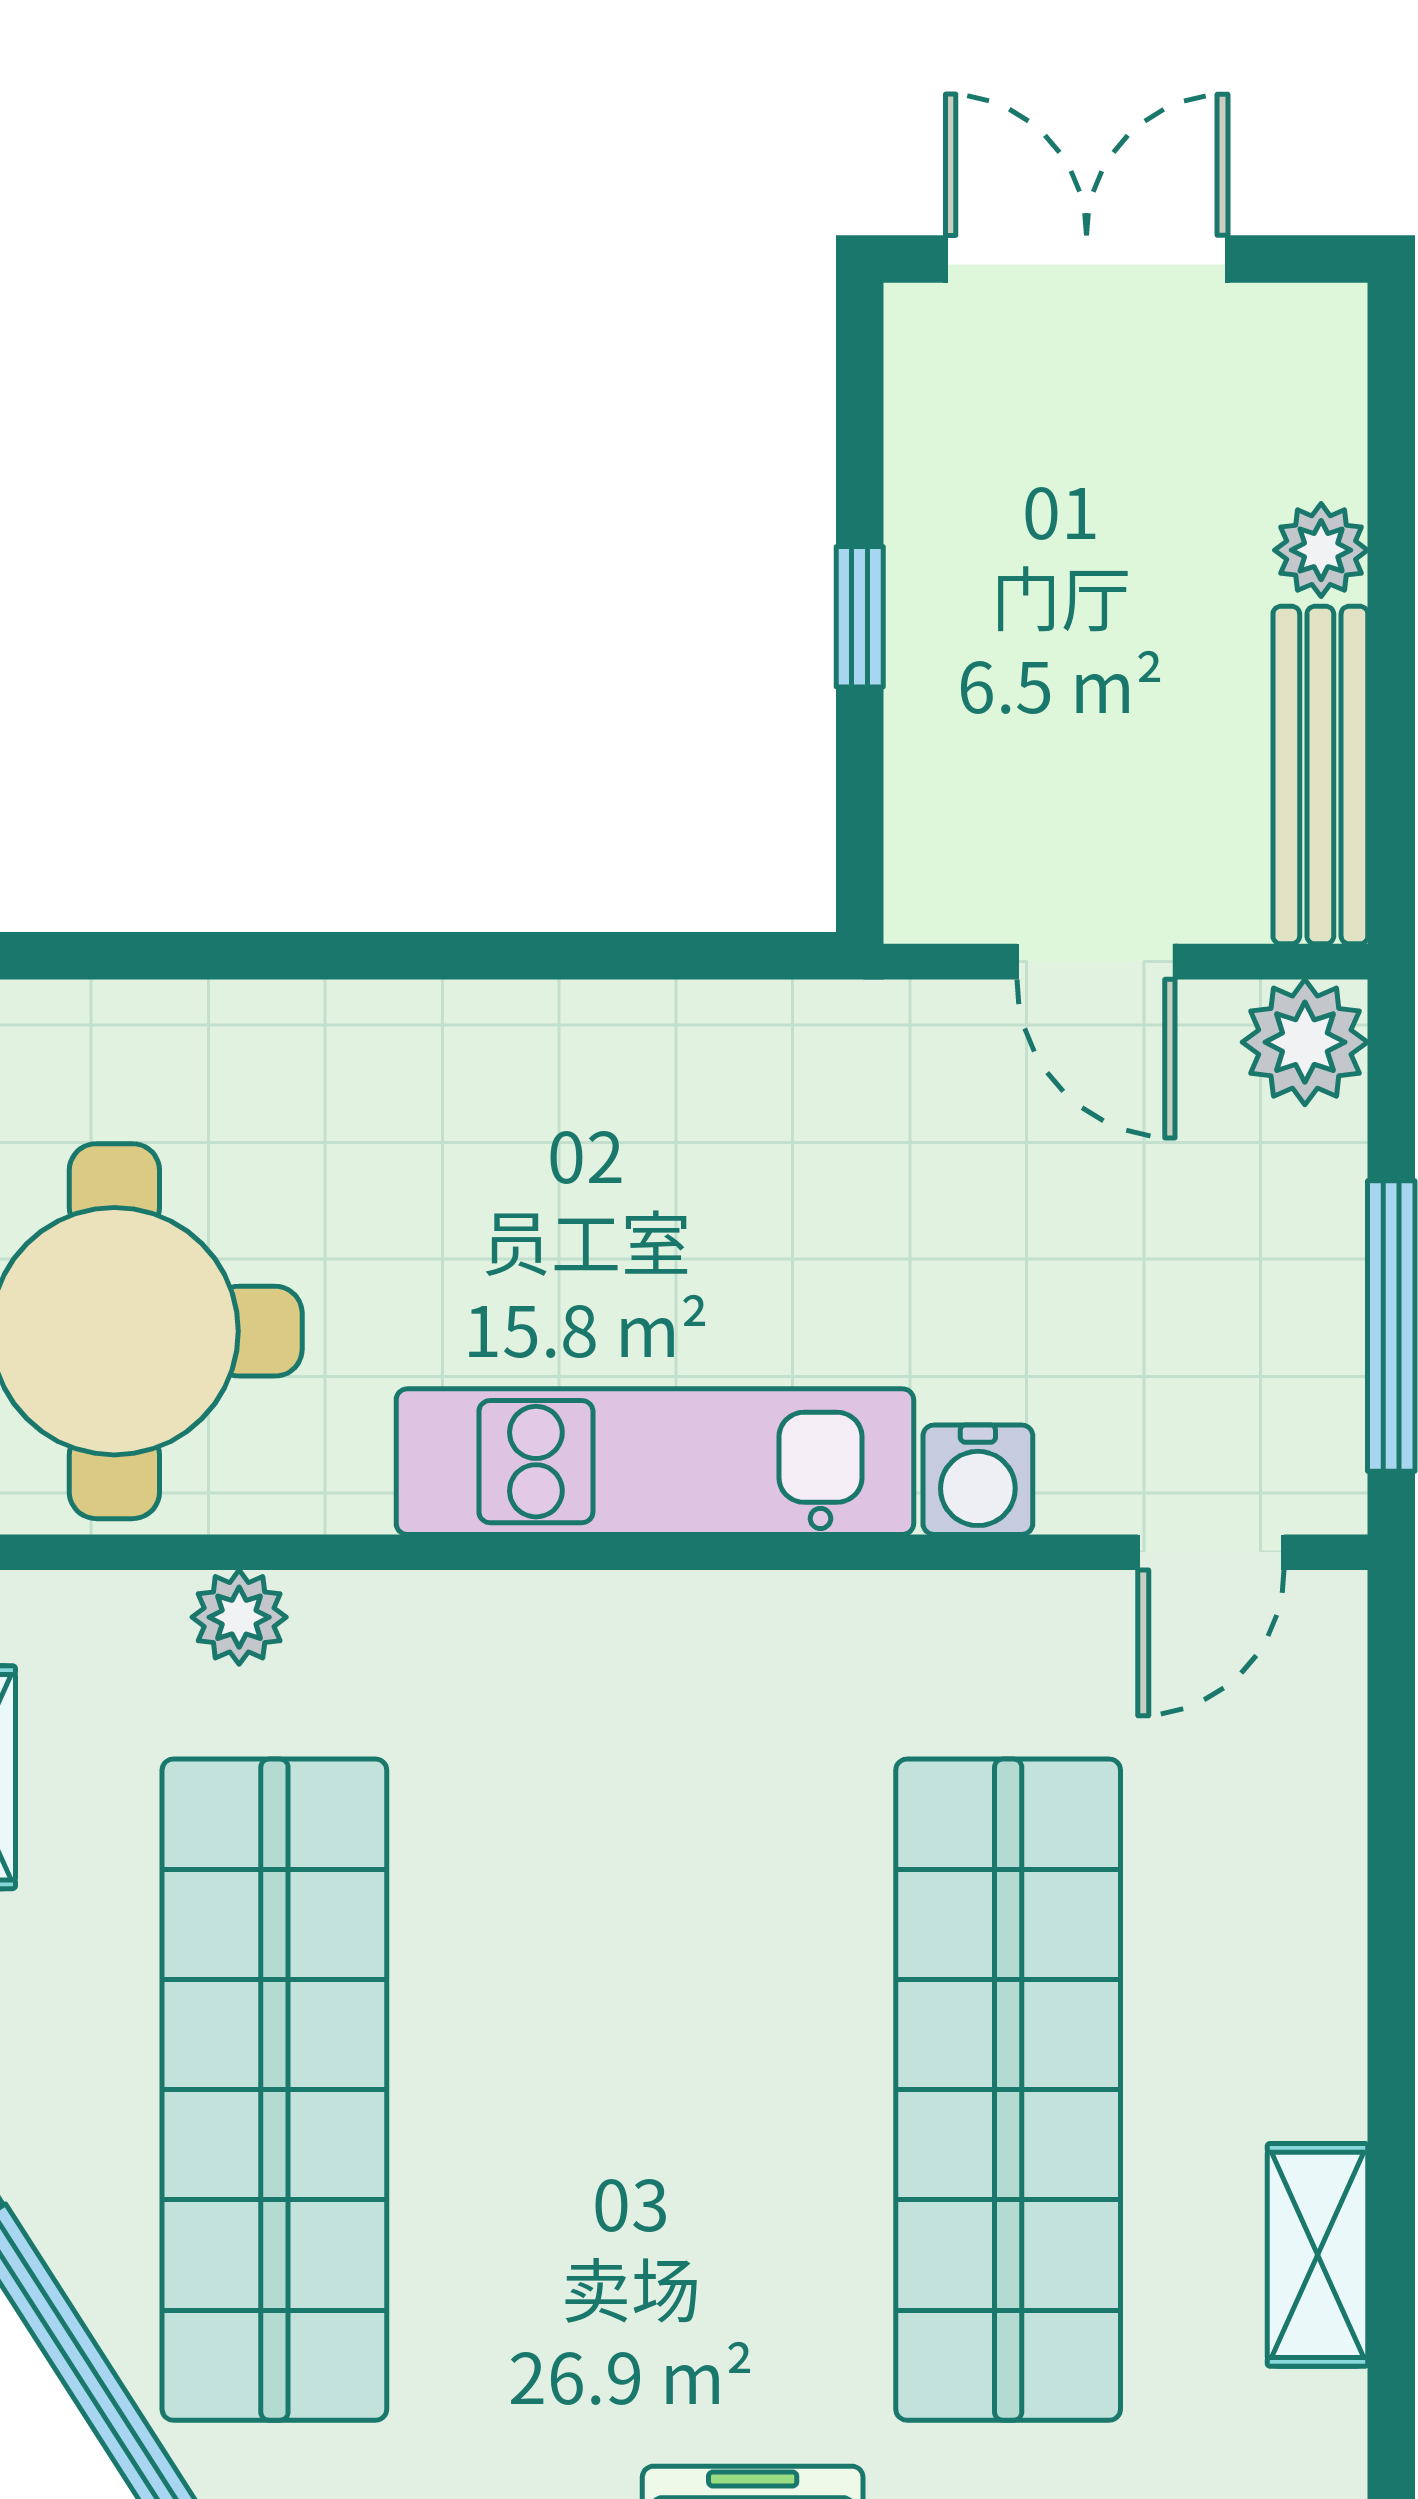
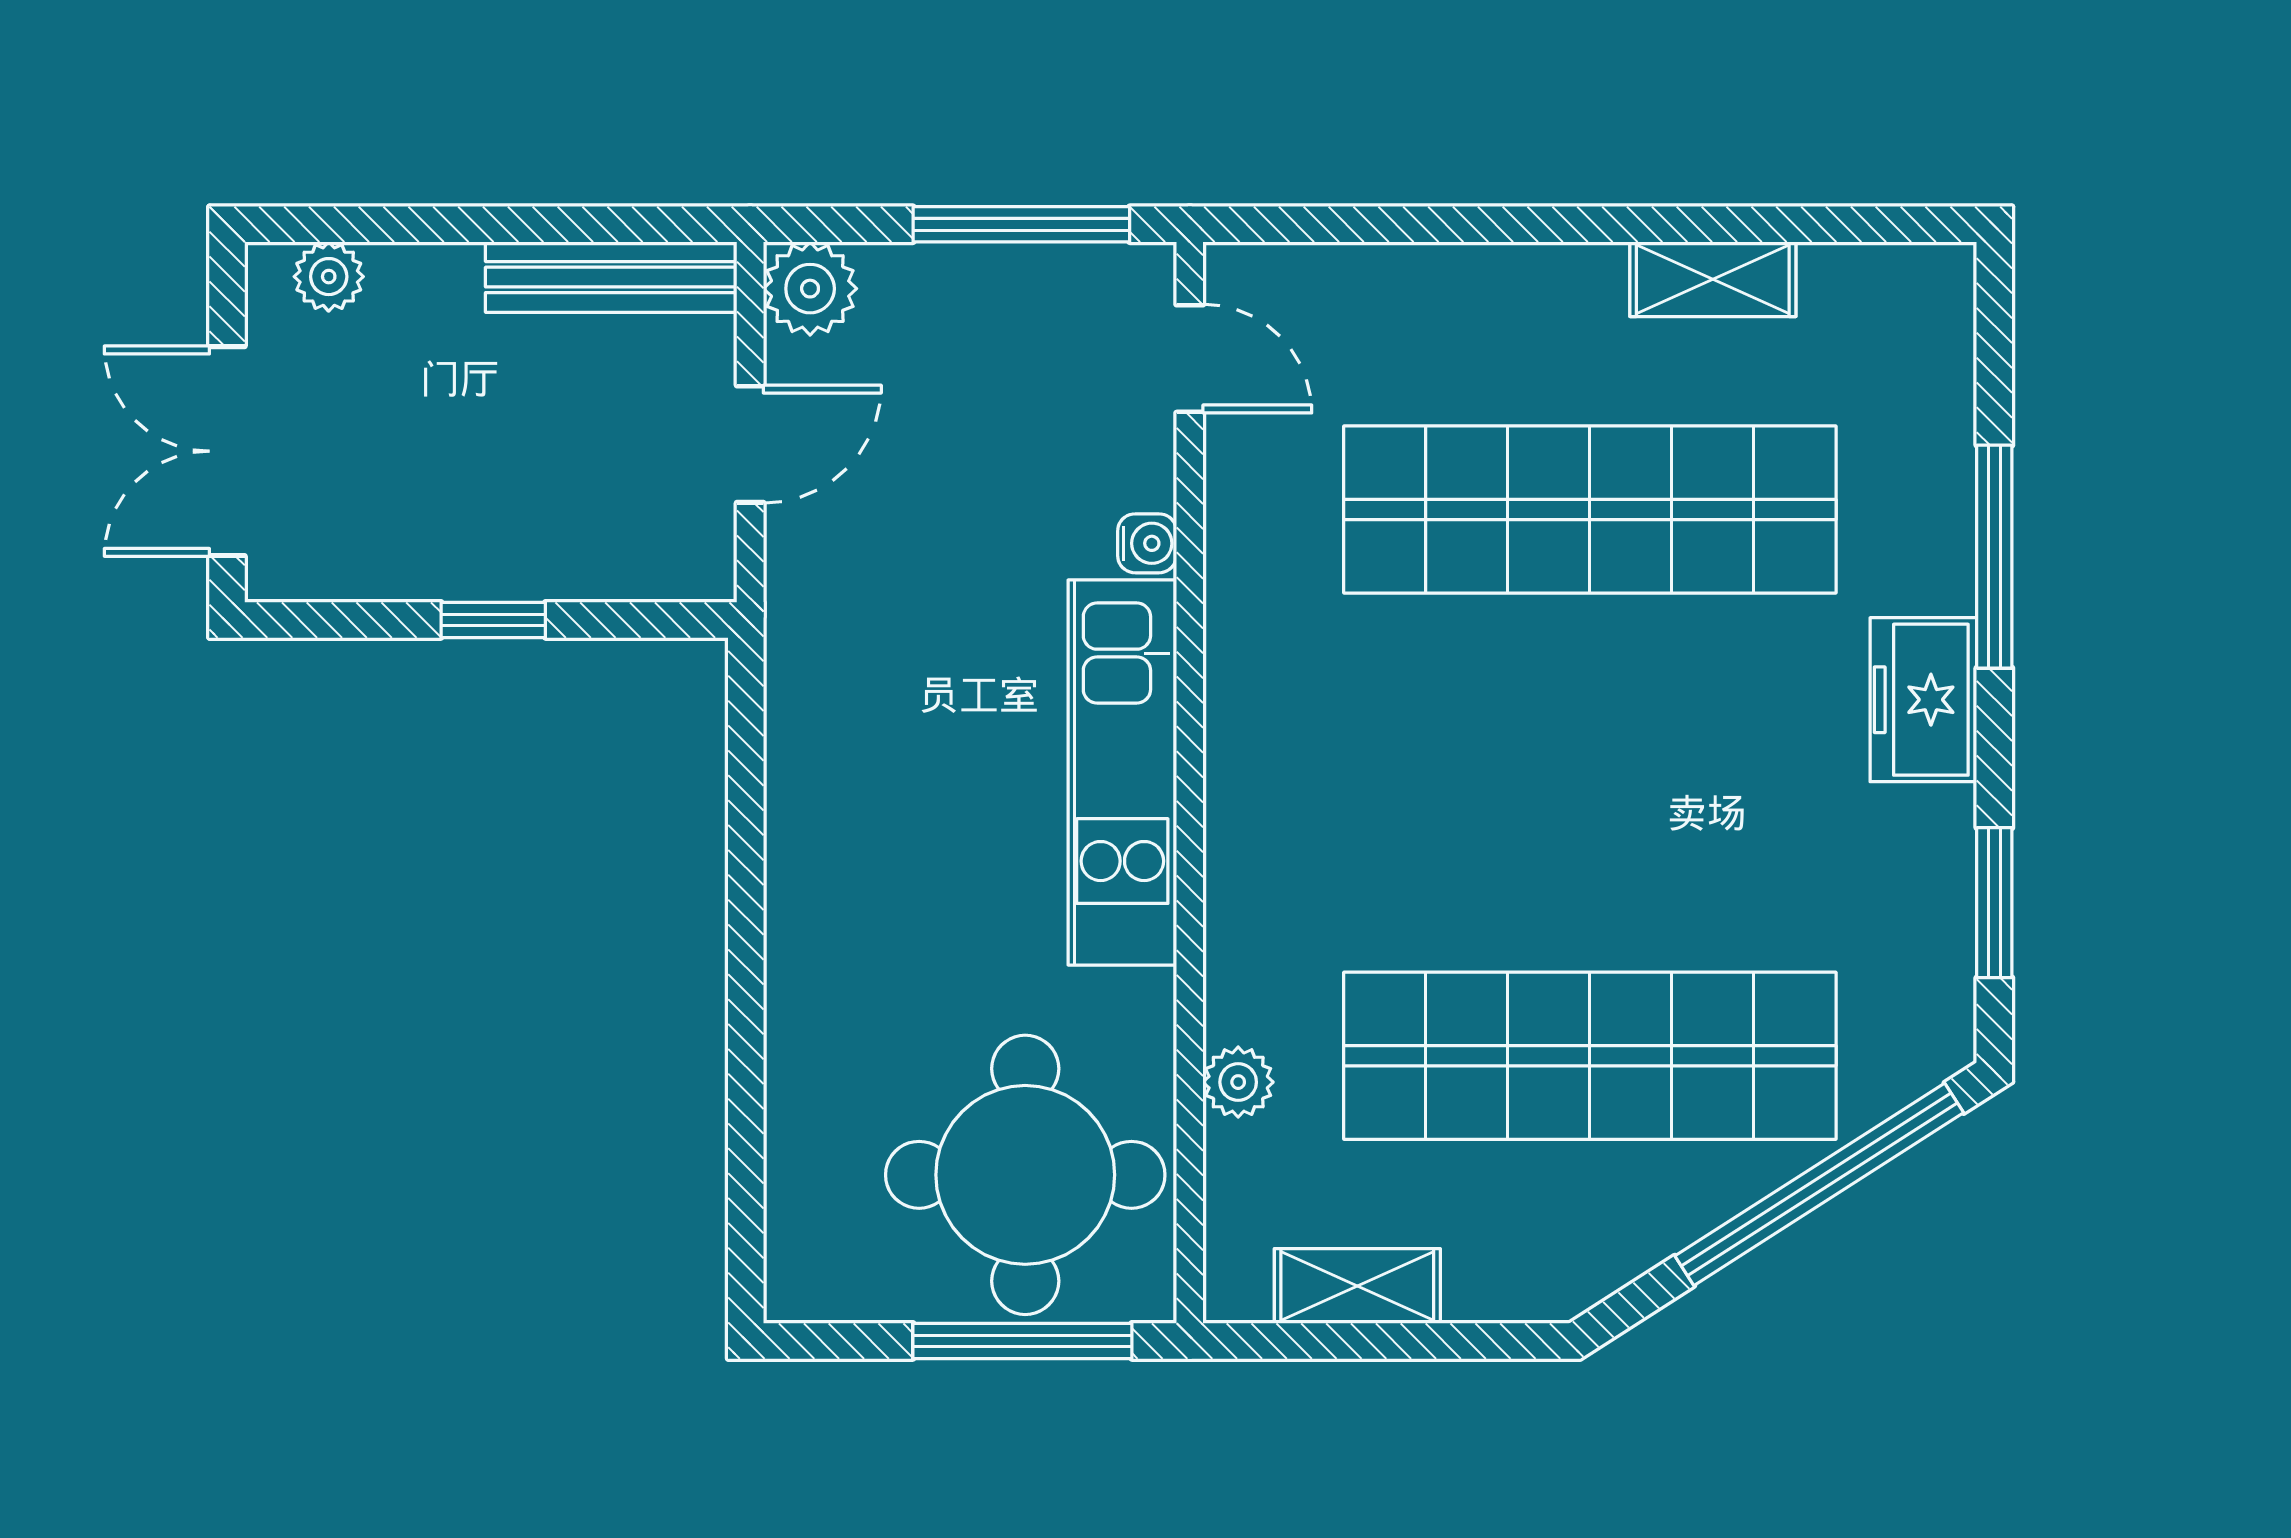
plant: (1321, 550) -> (329, 277), moved
water cooler: (978, 1480) -> (1147, 543), width x0.72, depth x0.72

